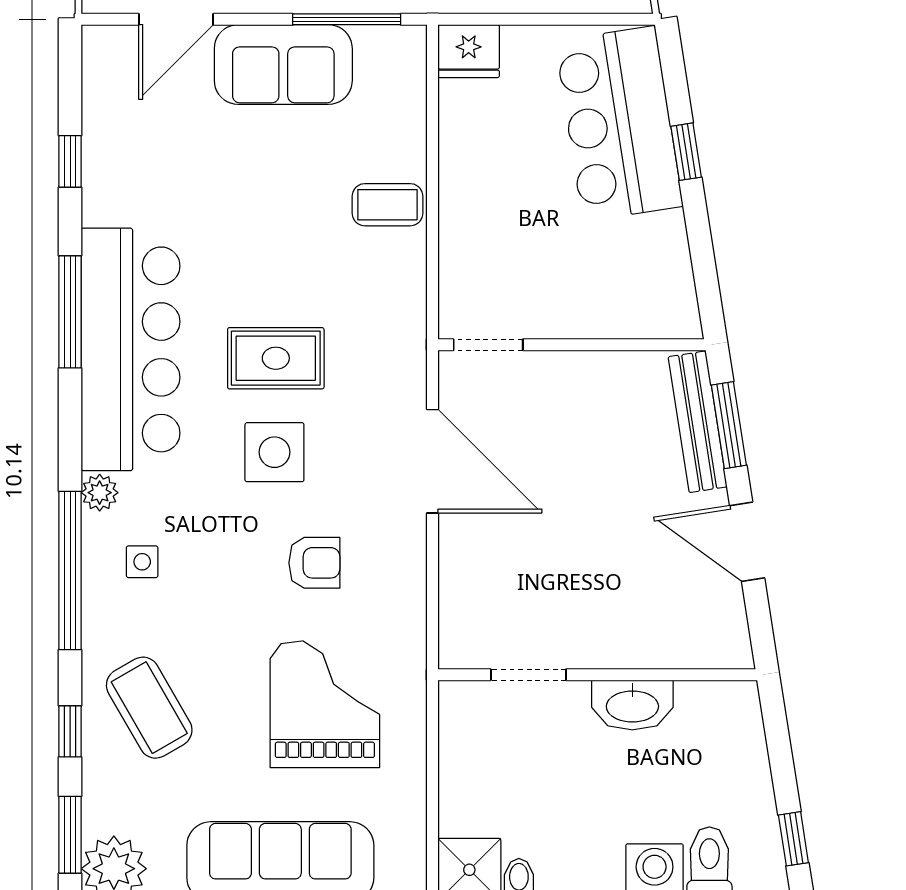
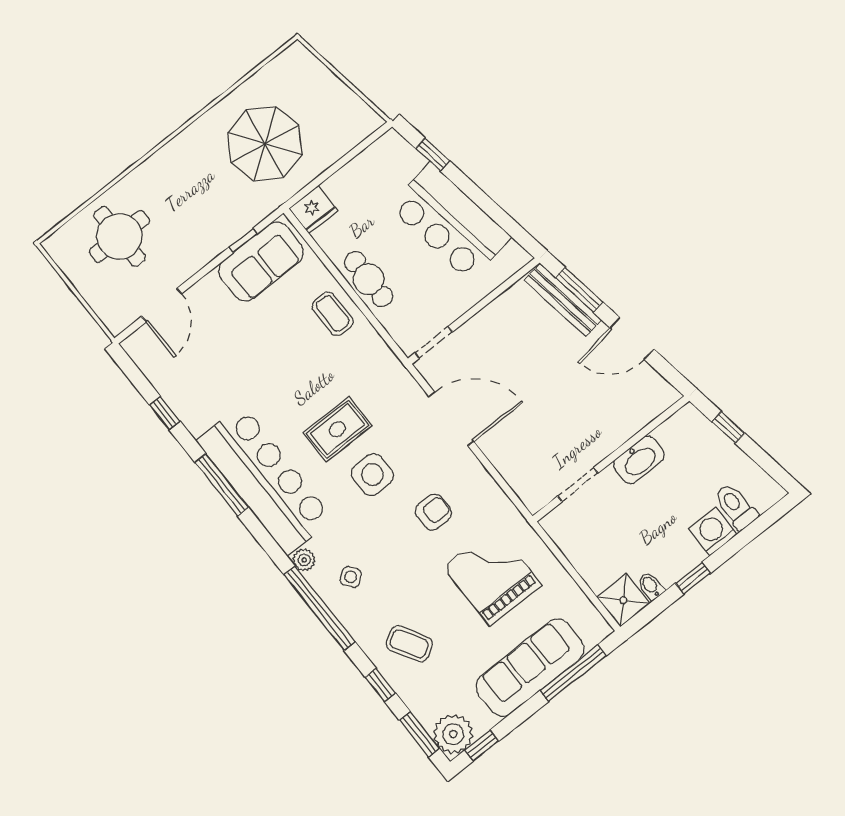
window: (347, 19) -> (243, 241), width x0.46
sofa: (283, 64) -> (261, 261), moved
bar counter: (619, 124) -> (450, 222), moved
window: (686, 152) -> (433, 154), moved
cafe table: (469, 197) -> (369, 279), added
coffee table: (387, 205) -> (333, 314), turned 90
side table: (142, 562) -> (351, 577), turned -36
coffee table: (149, 708) -> (409, 644), width x0.73, depth x0.77
window: (793, 839) -> (728, 427), moved

